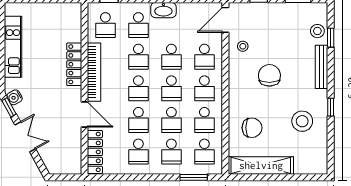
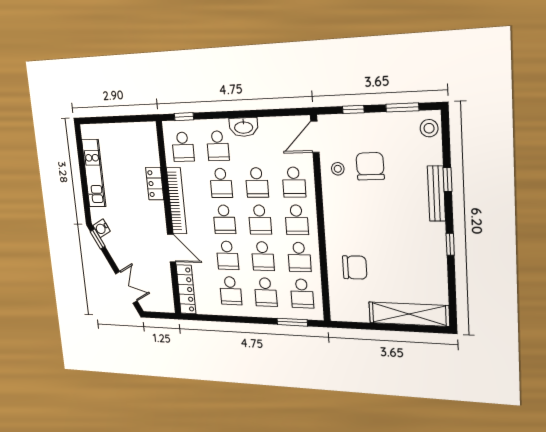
stool: (317, 31) -> (429, 128), moved
window: (331, 38) -> (448, 180), moved
locker: (74, 64) -> (155, 184), width x0.66
chair: (269, 75) -> (370, 166), moved
stool: (302, 121) -> (415, 261), removed
double door: (25, 137) -> (126, 287), moved
shelving: (261, 165) -> (409, 314), moved

